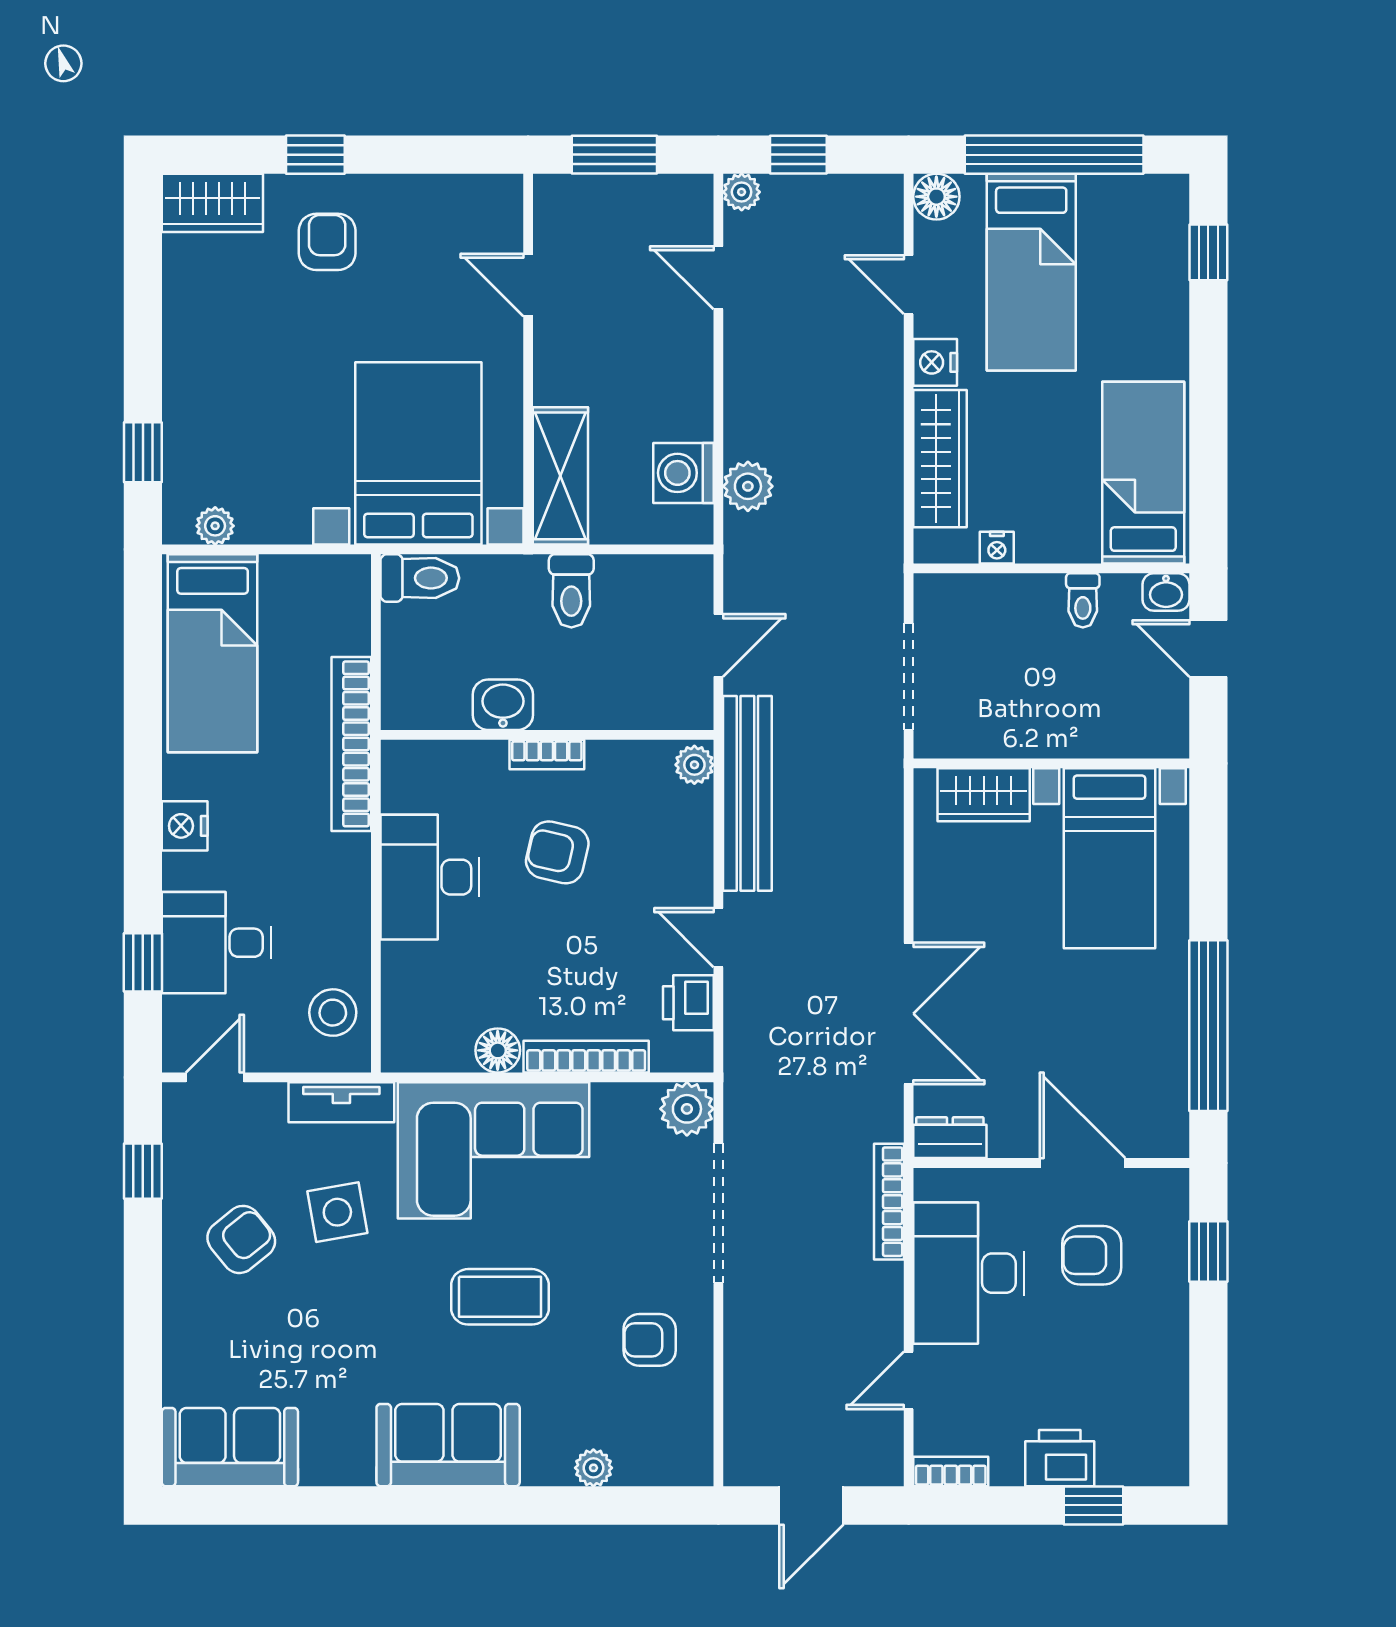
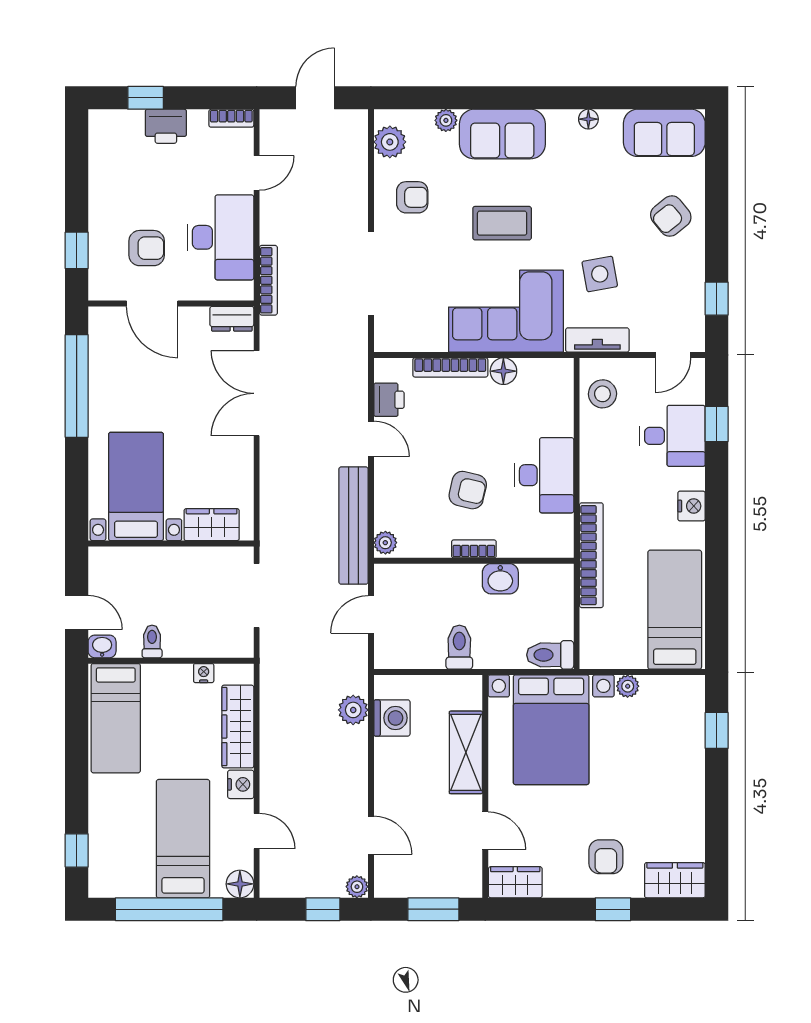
wardrobe: (478, 199) -> (515, 882), added
shelving: (560, 476) -> (466, 752), moved
plant: (215, 526) -> (628, 686), moved
plant: (687, 1109) -> (390, 142), moved
armchair: (241, 1239) -> (671, 216), moved
sofa: (448, 1445) -> (502, 134), moved
floor lamp: (356, 1470) -> (588, 119), added

